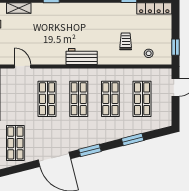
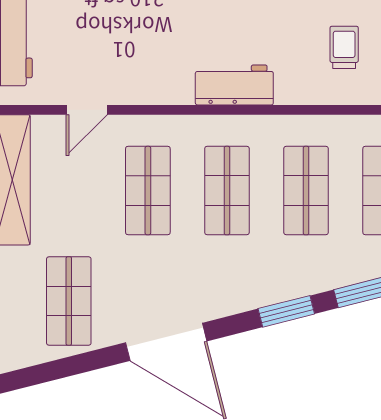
door: (23, 66) -> (87, 110), swing flipped
window: (90, 150) -> (286, 311), moved

